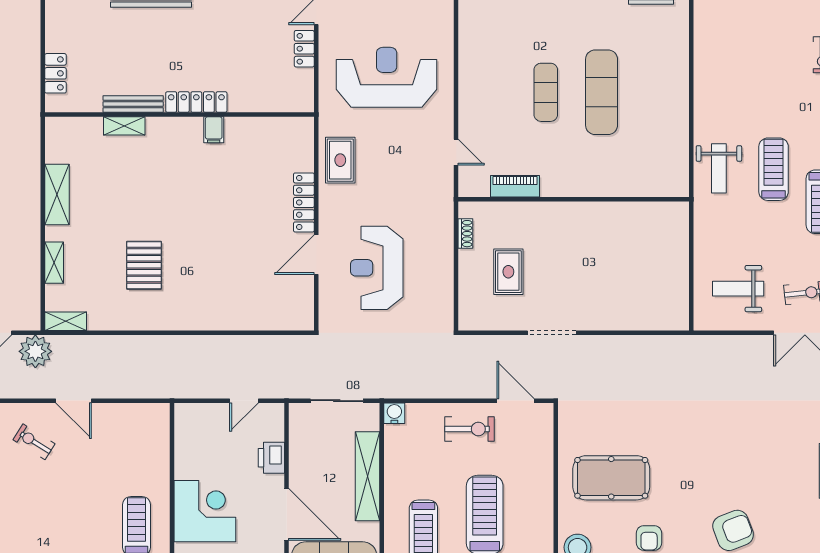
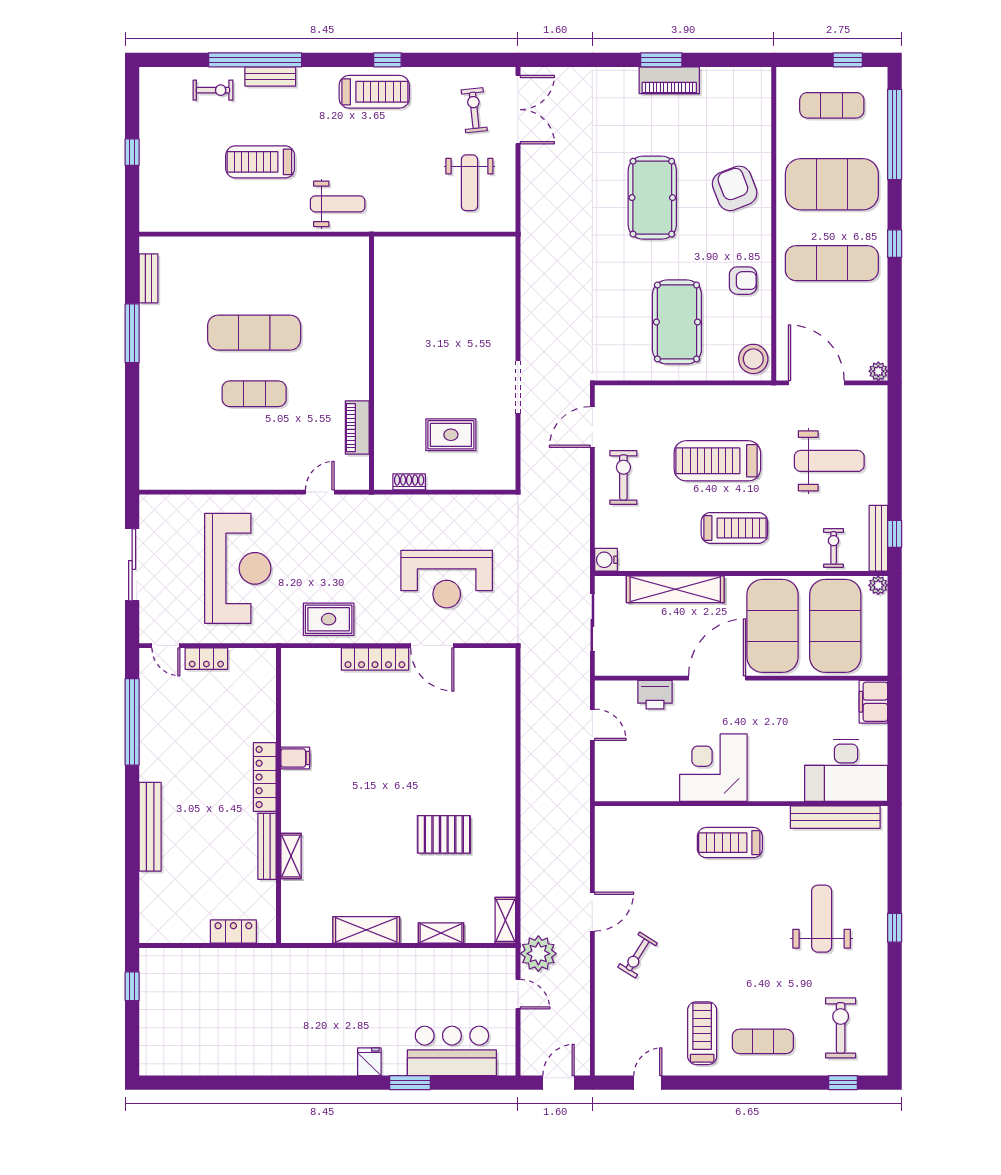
reception desk: (387, 77) -> (238, 568), turned 180
treadmill: (774, 169) -> (260, 162), moved
pool table: (725, 455) -> (652, 198), added

